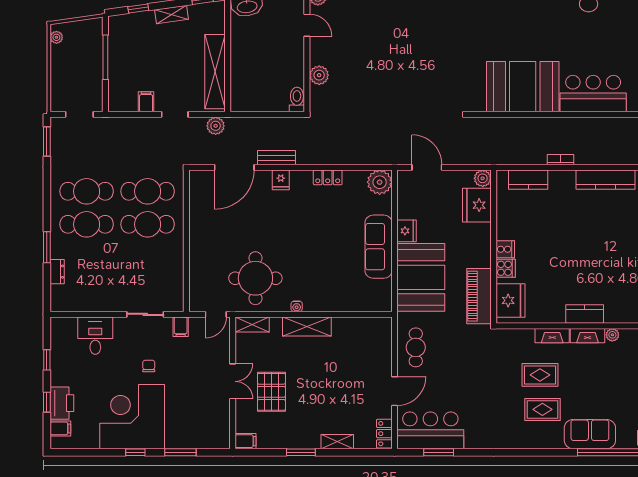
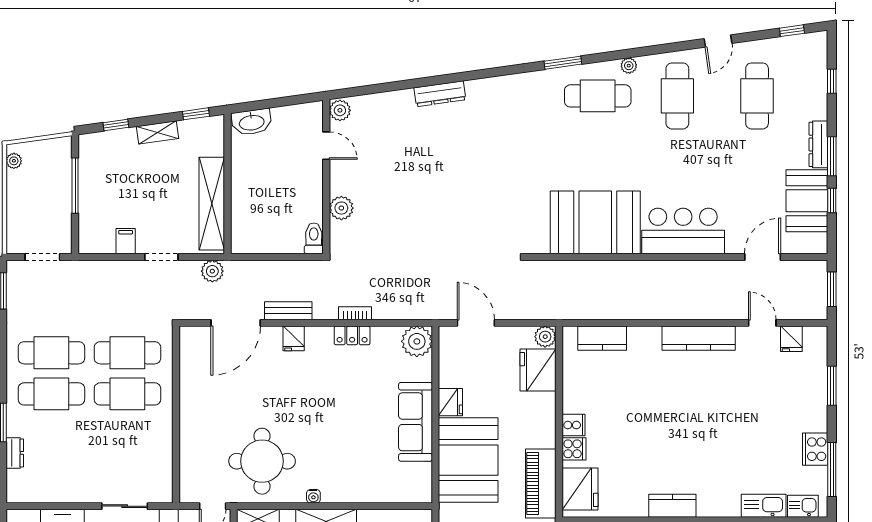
bookcase: (560, 160) -> (355, 313), moved

